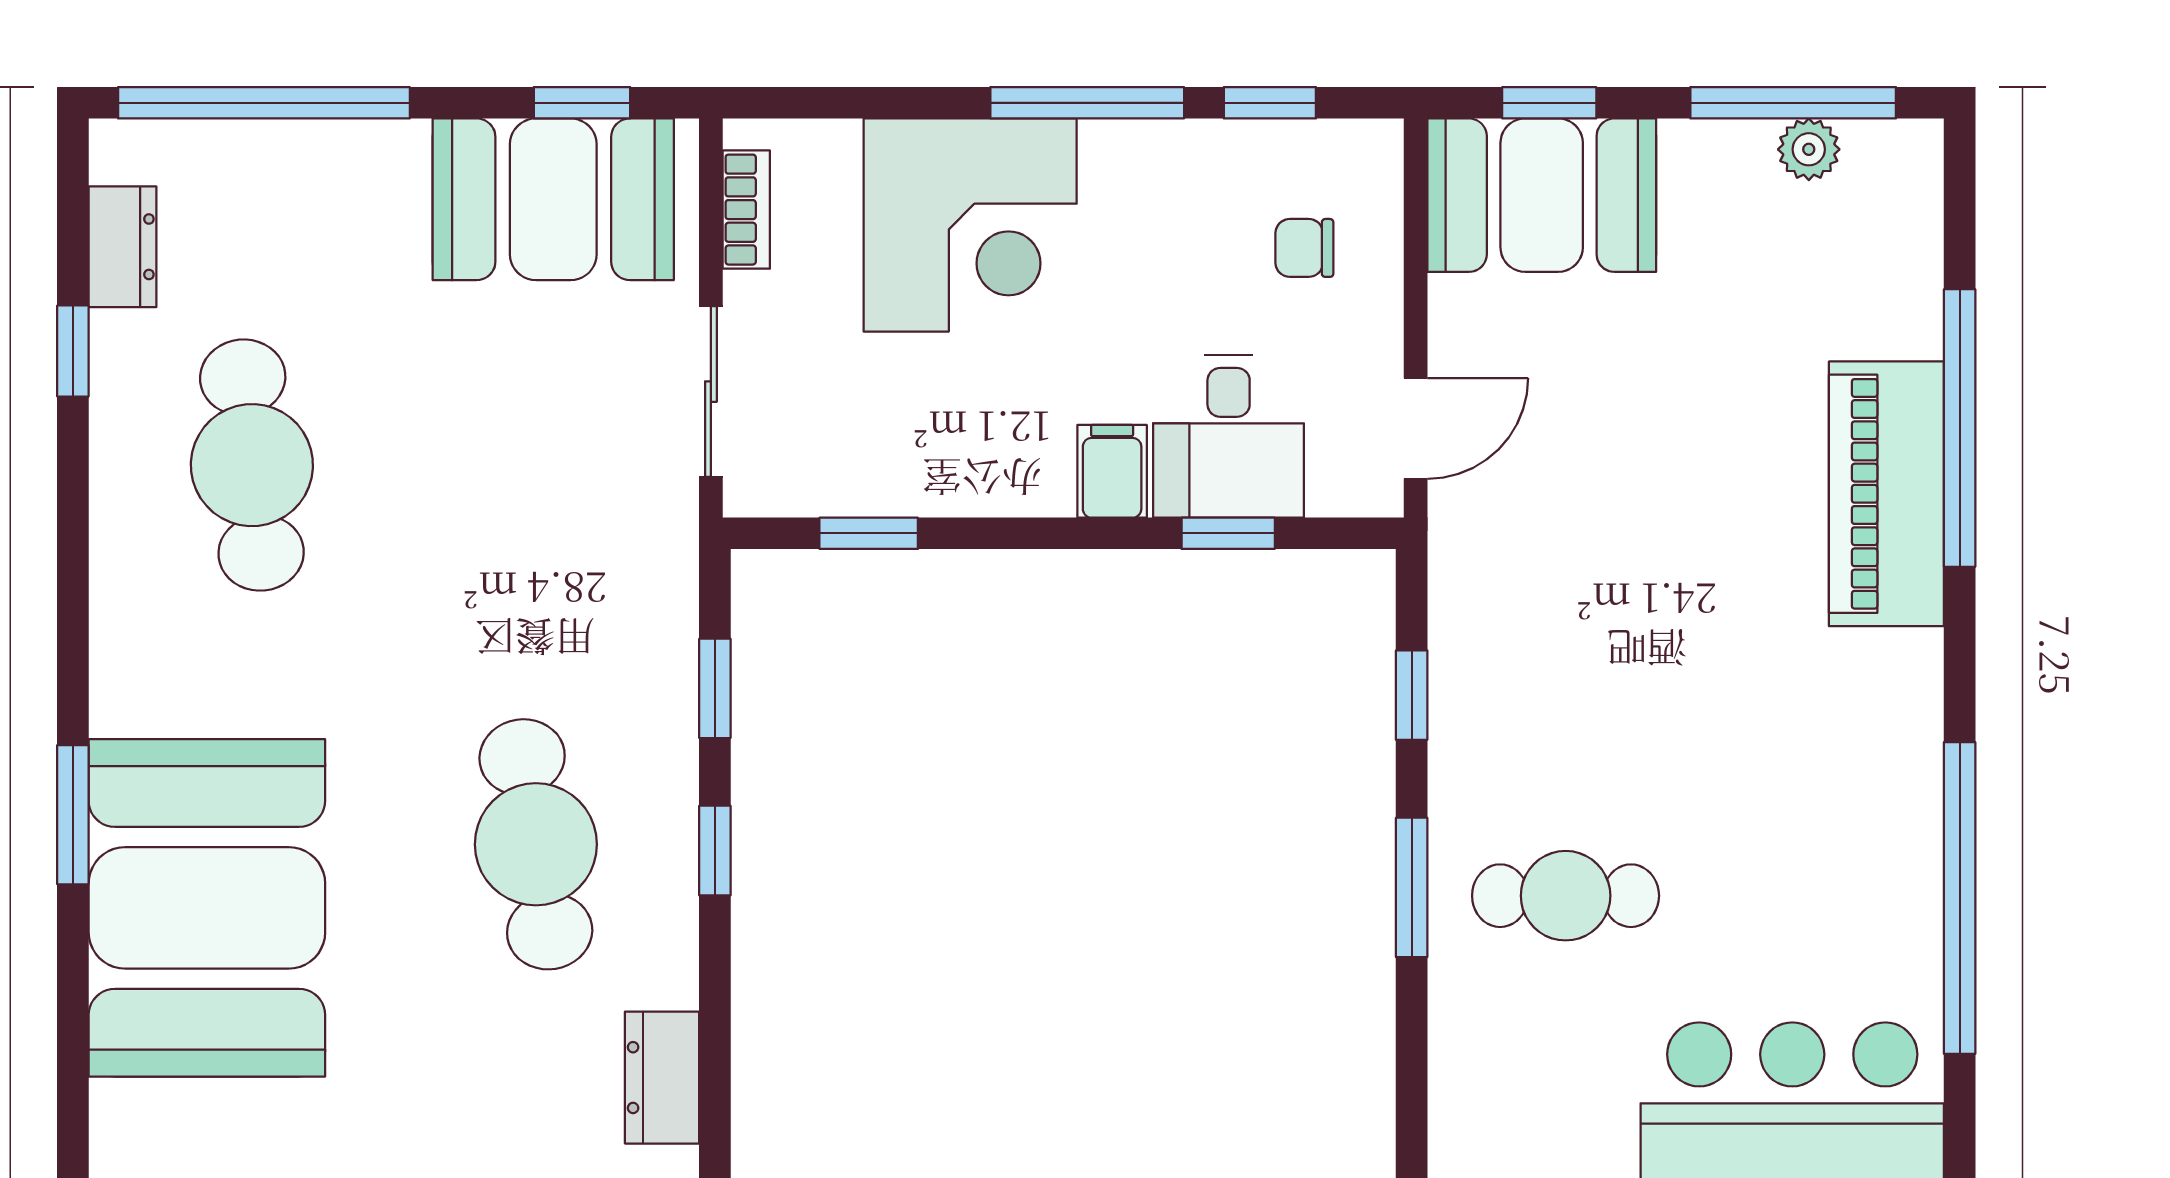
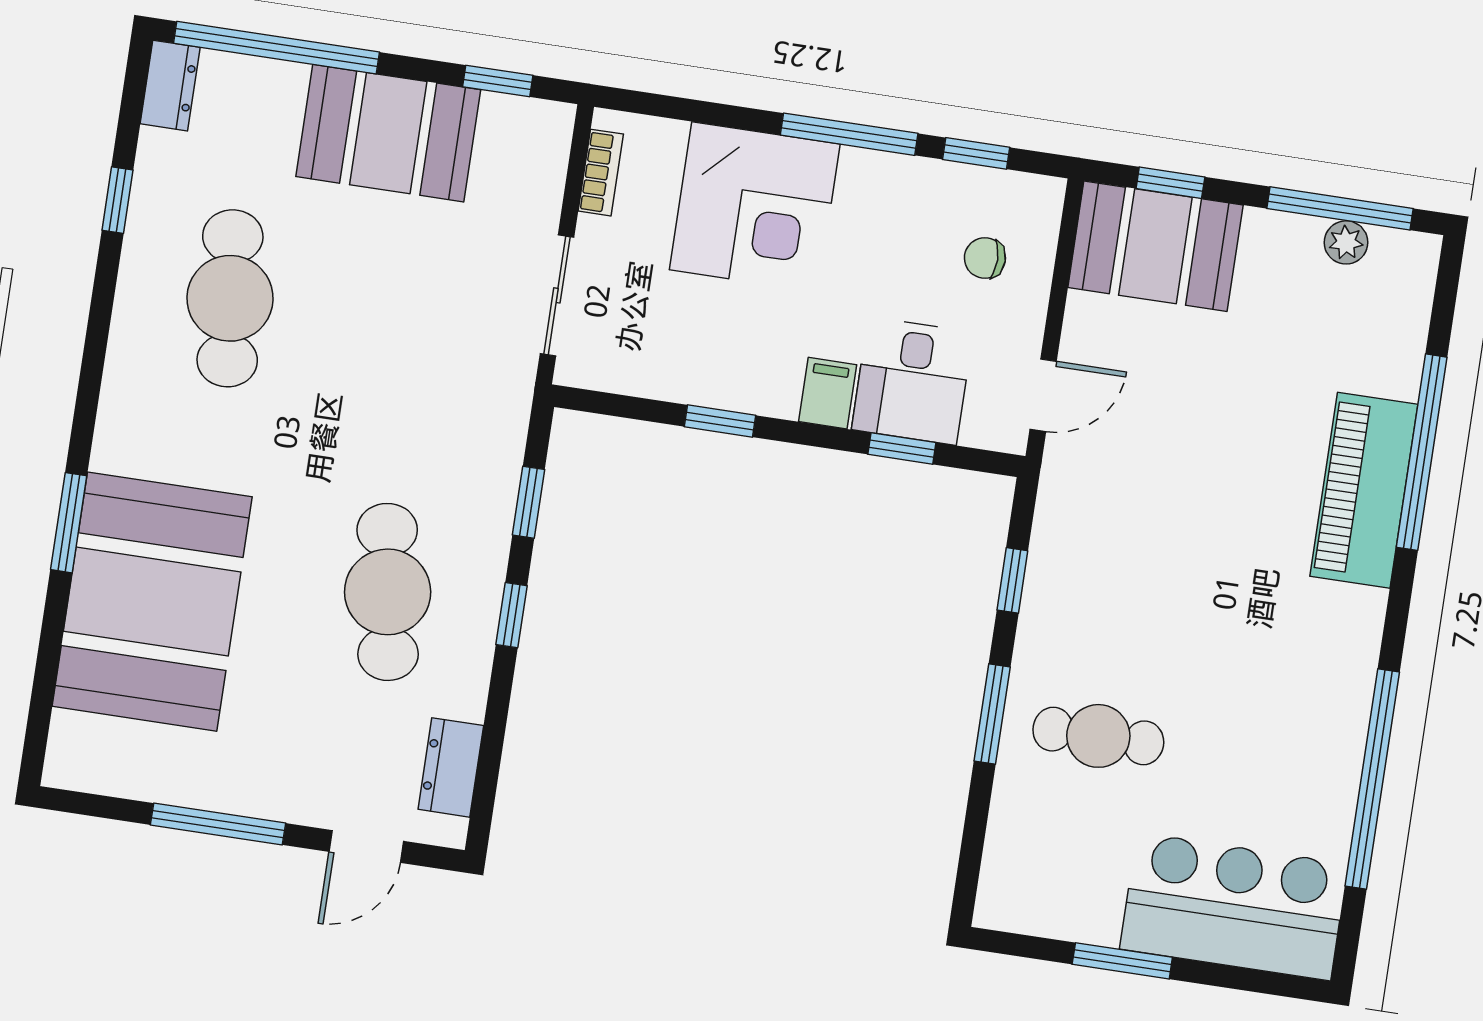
booth: (553, 199) -> (388, 133), moved
dresser: (122, 247) -> (170, 86), moved
window: (869, 533) -> (720, 421), moved

